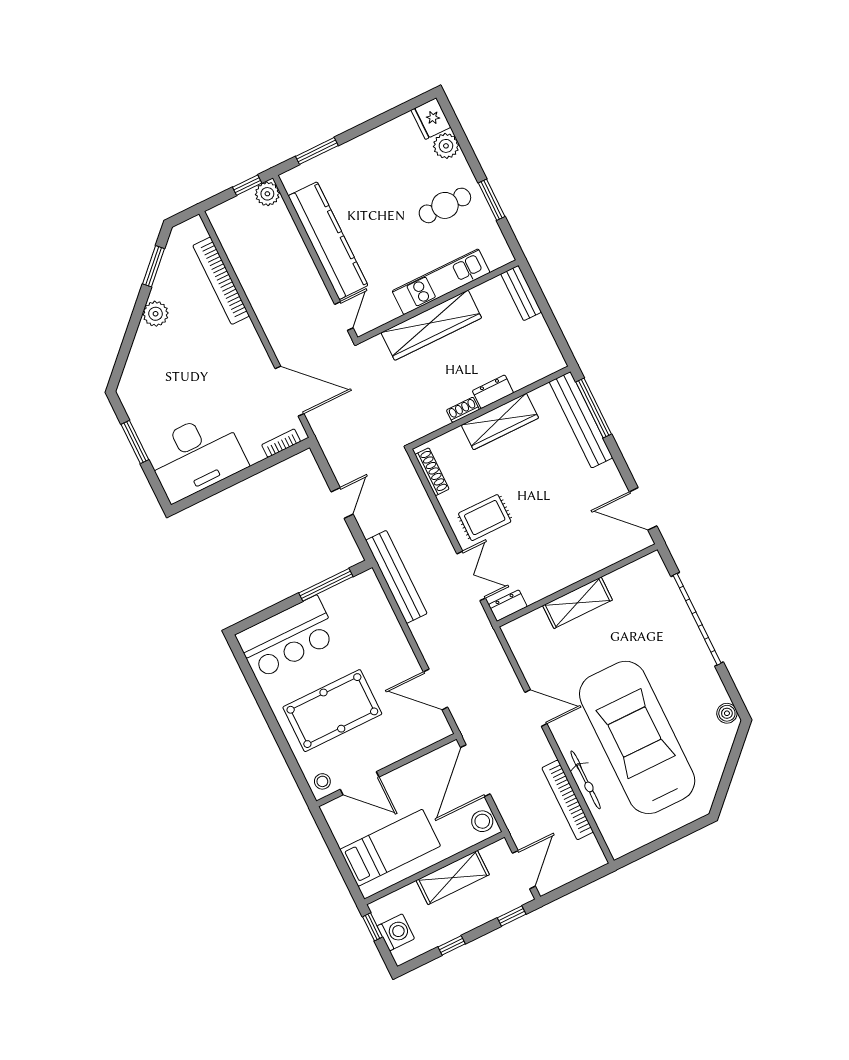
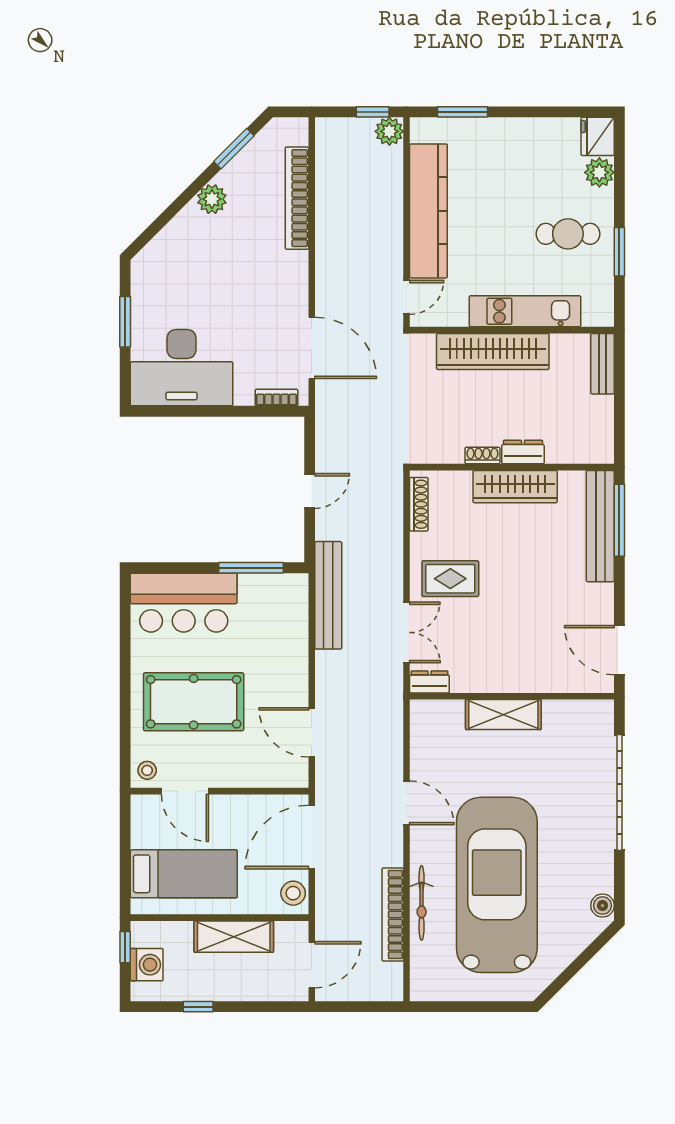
window: (512, 916) -> (275, 1007), removed

